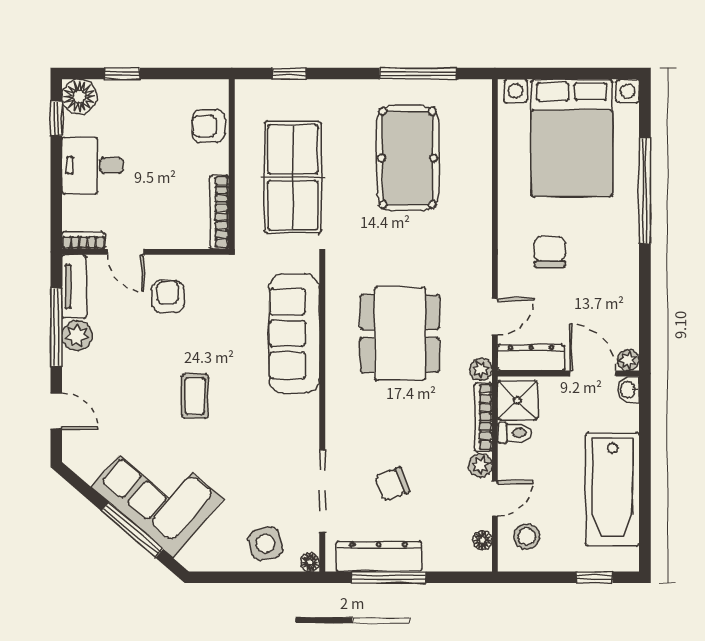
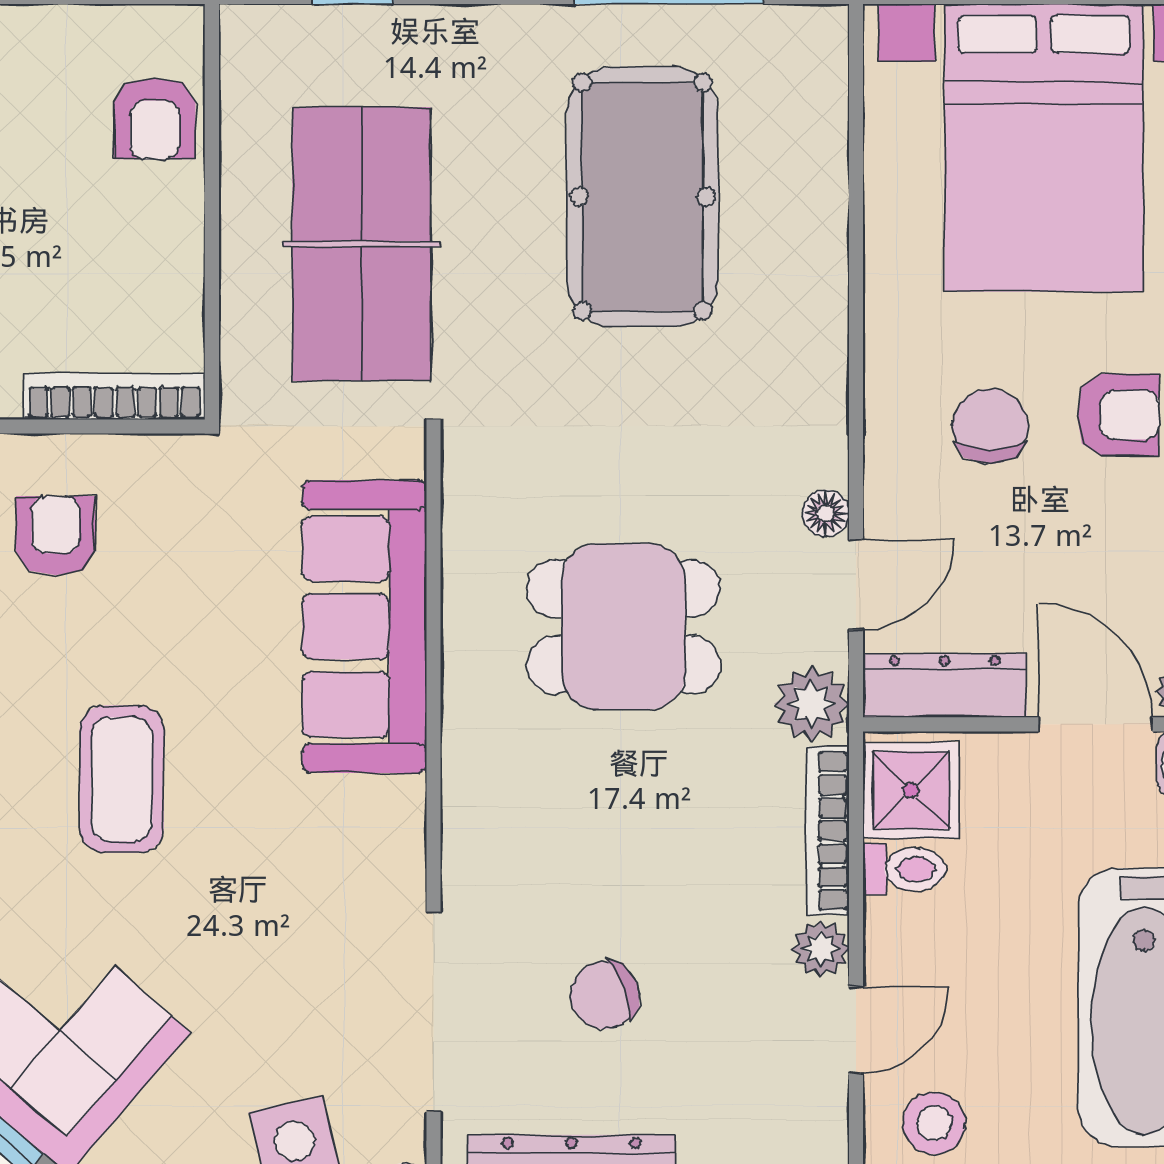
armchair: (208, 126) -> (155, 118), turned -90
bookcase: (219, 212) -> (115, 396), moved, turned 90
armchair: (602, 247) -> (1118, 415), added
dining table: (400, 334) -> (623, 627), width x0.73
plant: (481, 369) -> (812, 704), width x1.38, depth x1.38
coffee table: (195, 396) -> (122, 779), width x1.36, depth x1.30
floor lamp: (482, 540) -> (826, 513), moved

